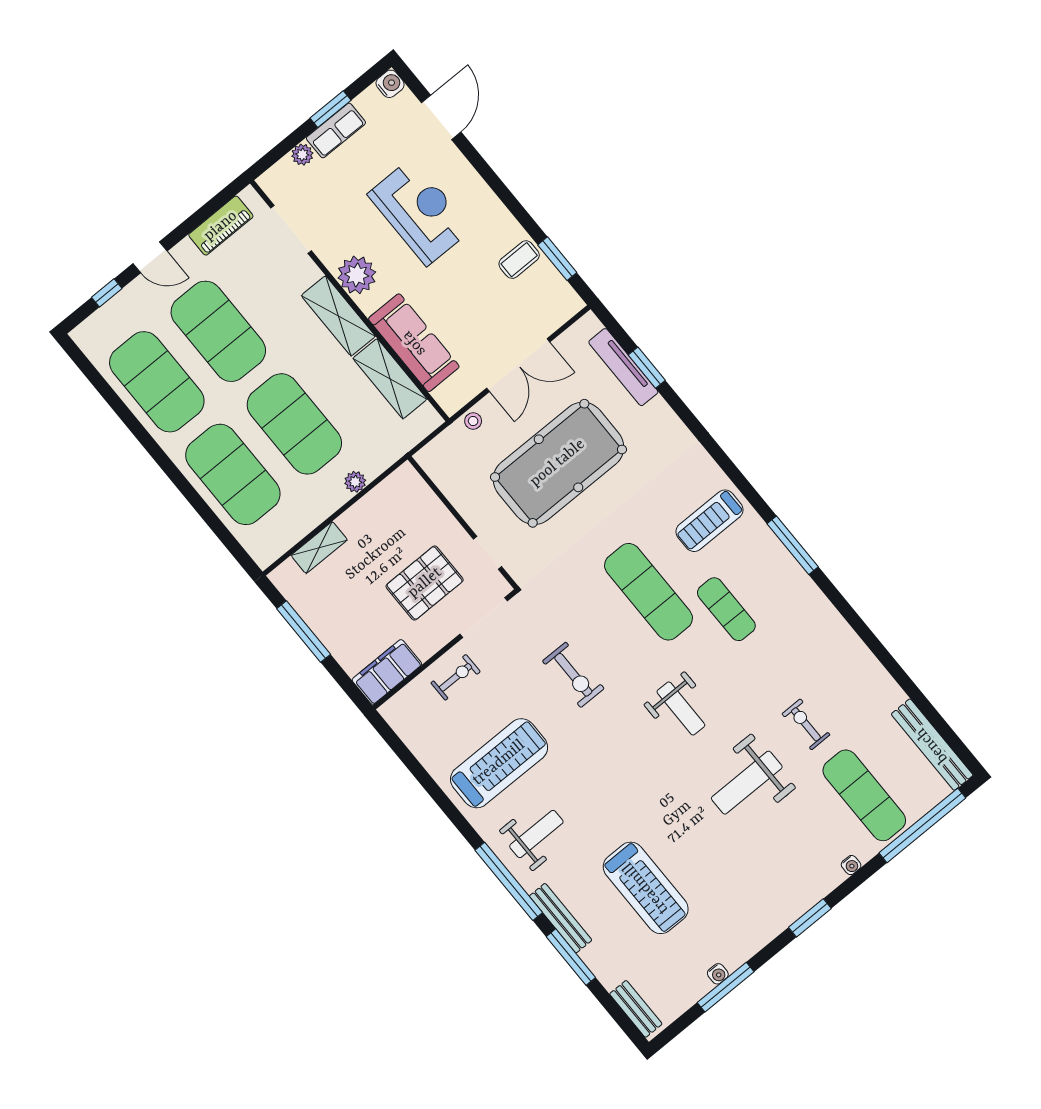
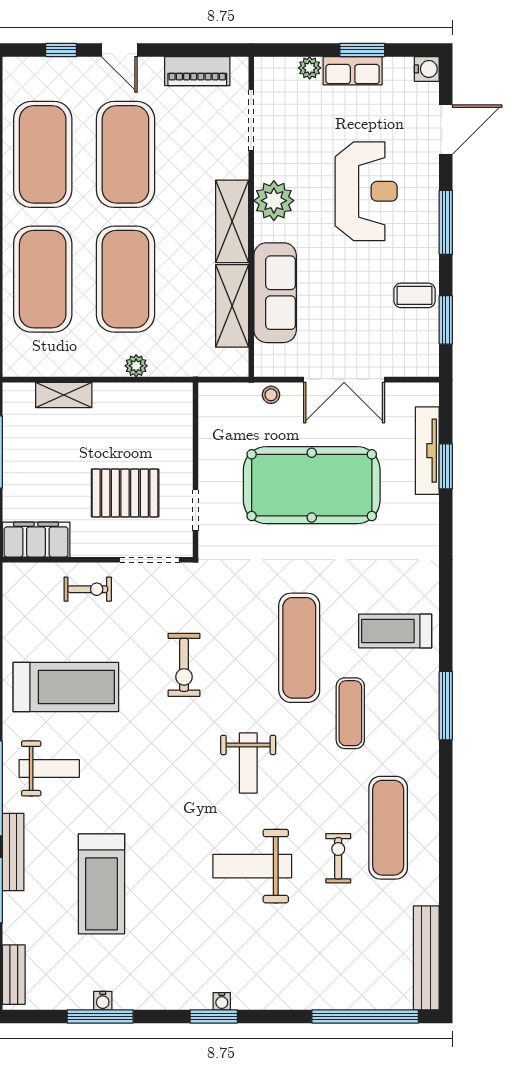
window: (498, 186) -> (446, 222), added
exercise mat: (864, 795) -> (388, 828), moved
water cooler: (851, 865) -> (222, 1001), moved

